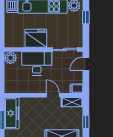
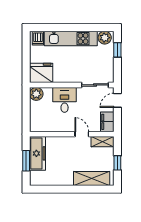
fridge: (36, 38) -> (41, 73), moved
desk: (37, 63) -> (65, 100), width x0.73
filing cabinet: (77, 88) -> (107, 122), width x2.00

